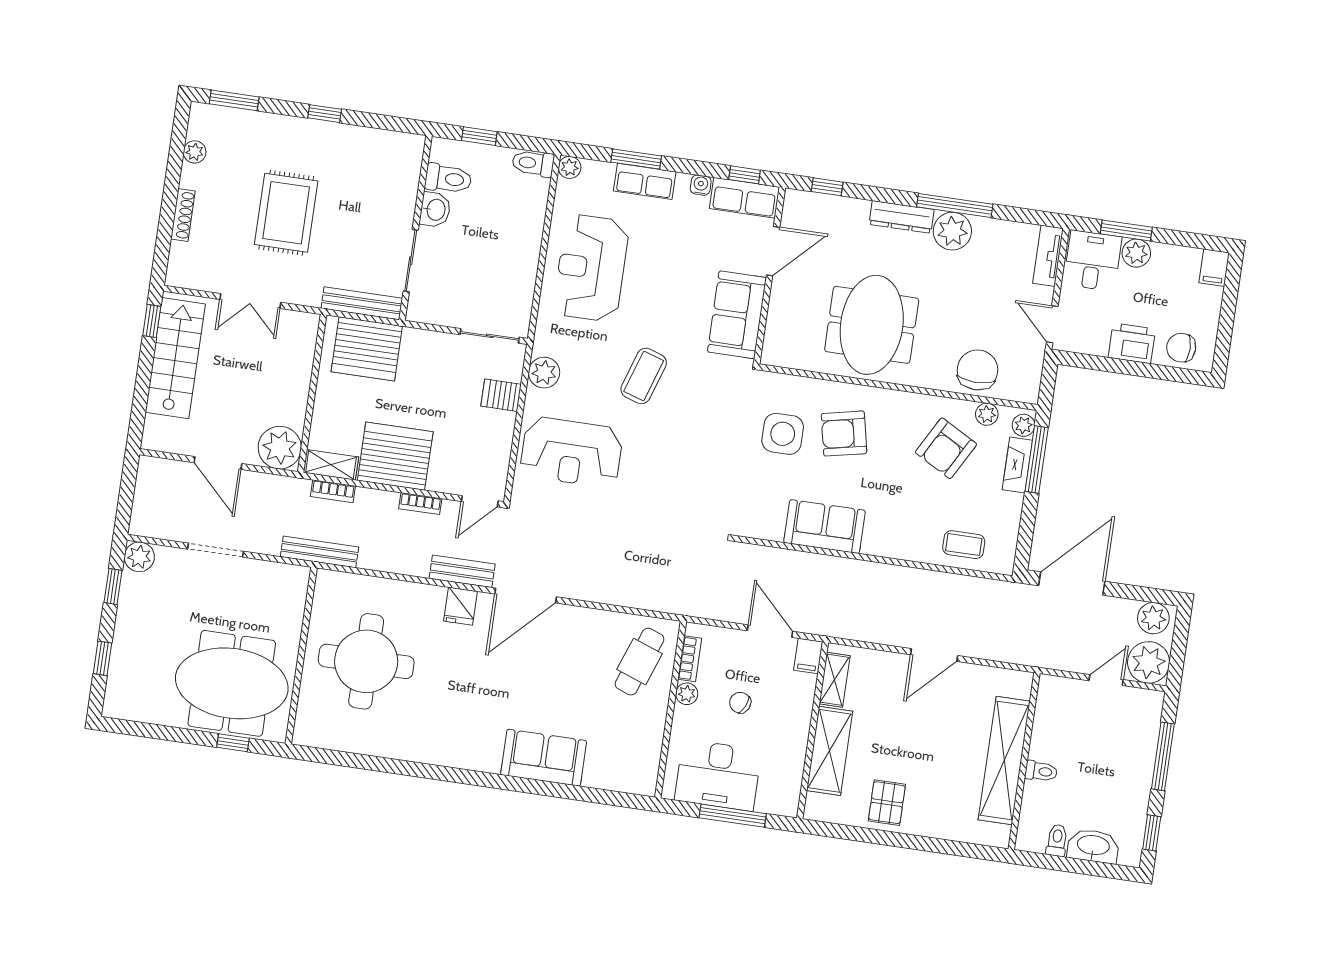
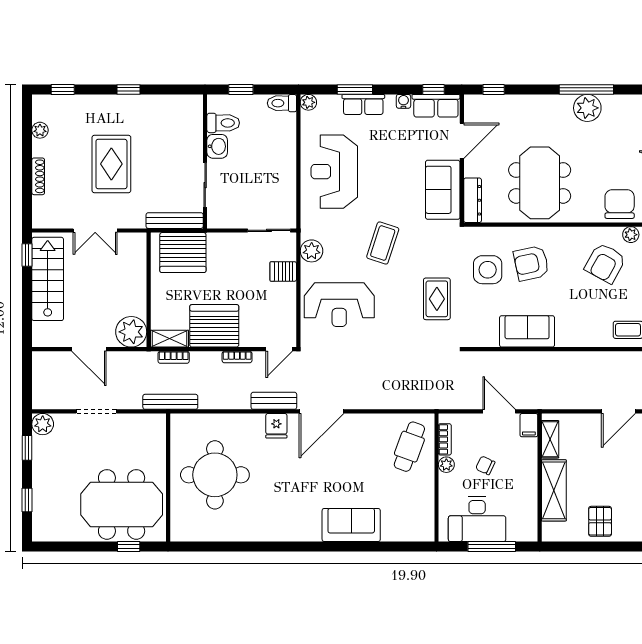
window: (234, 100) -> (63, 89), width x0.67
dresser: (902, 217) -> (473, 200), moved, turned -90
rug: (707, 464) -> (437, 299), added

